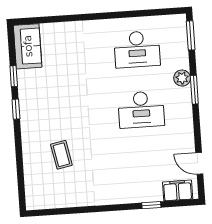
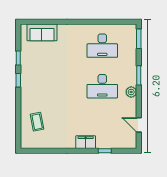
sofa: (28, 46) -> (42, 32), moved, turned 90
plant: (182, 78) -> (131, 92), moved
coffee table: (61, 155) -> (37, 122), moved
filing cabinet: (178, 190) -> (86, 142), moved

